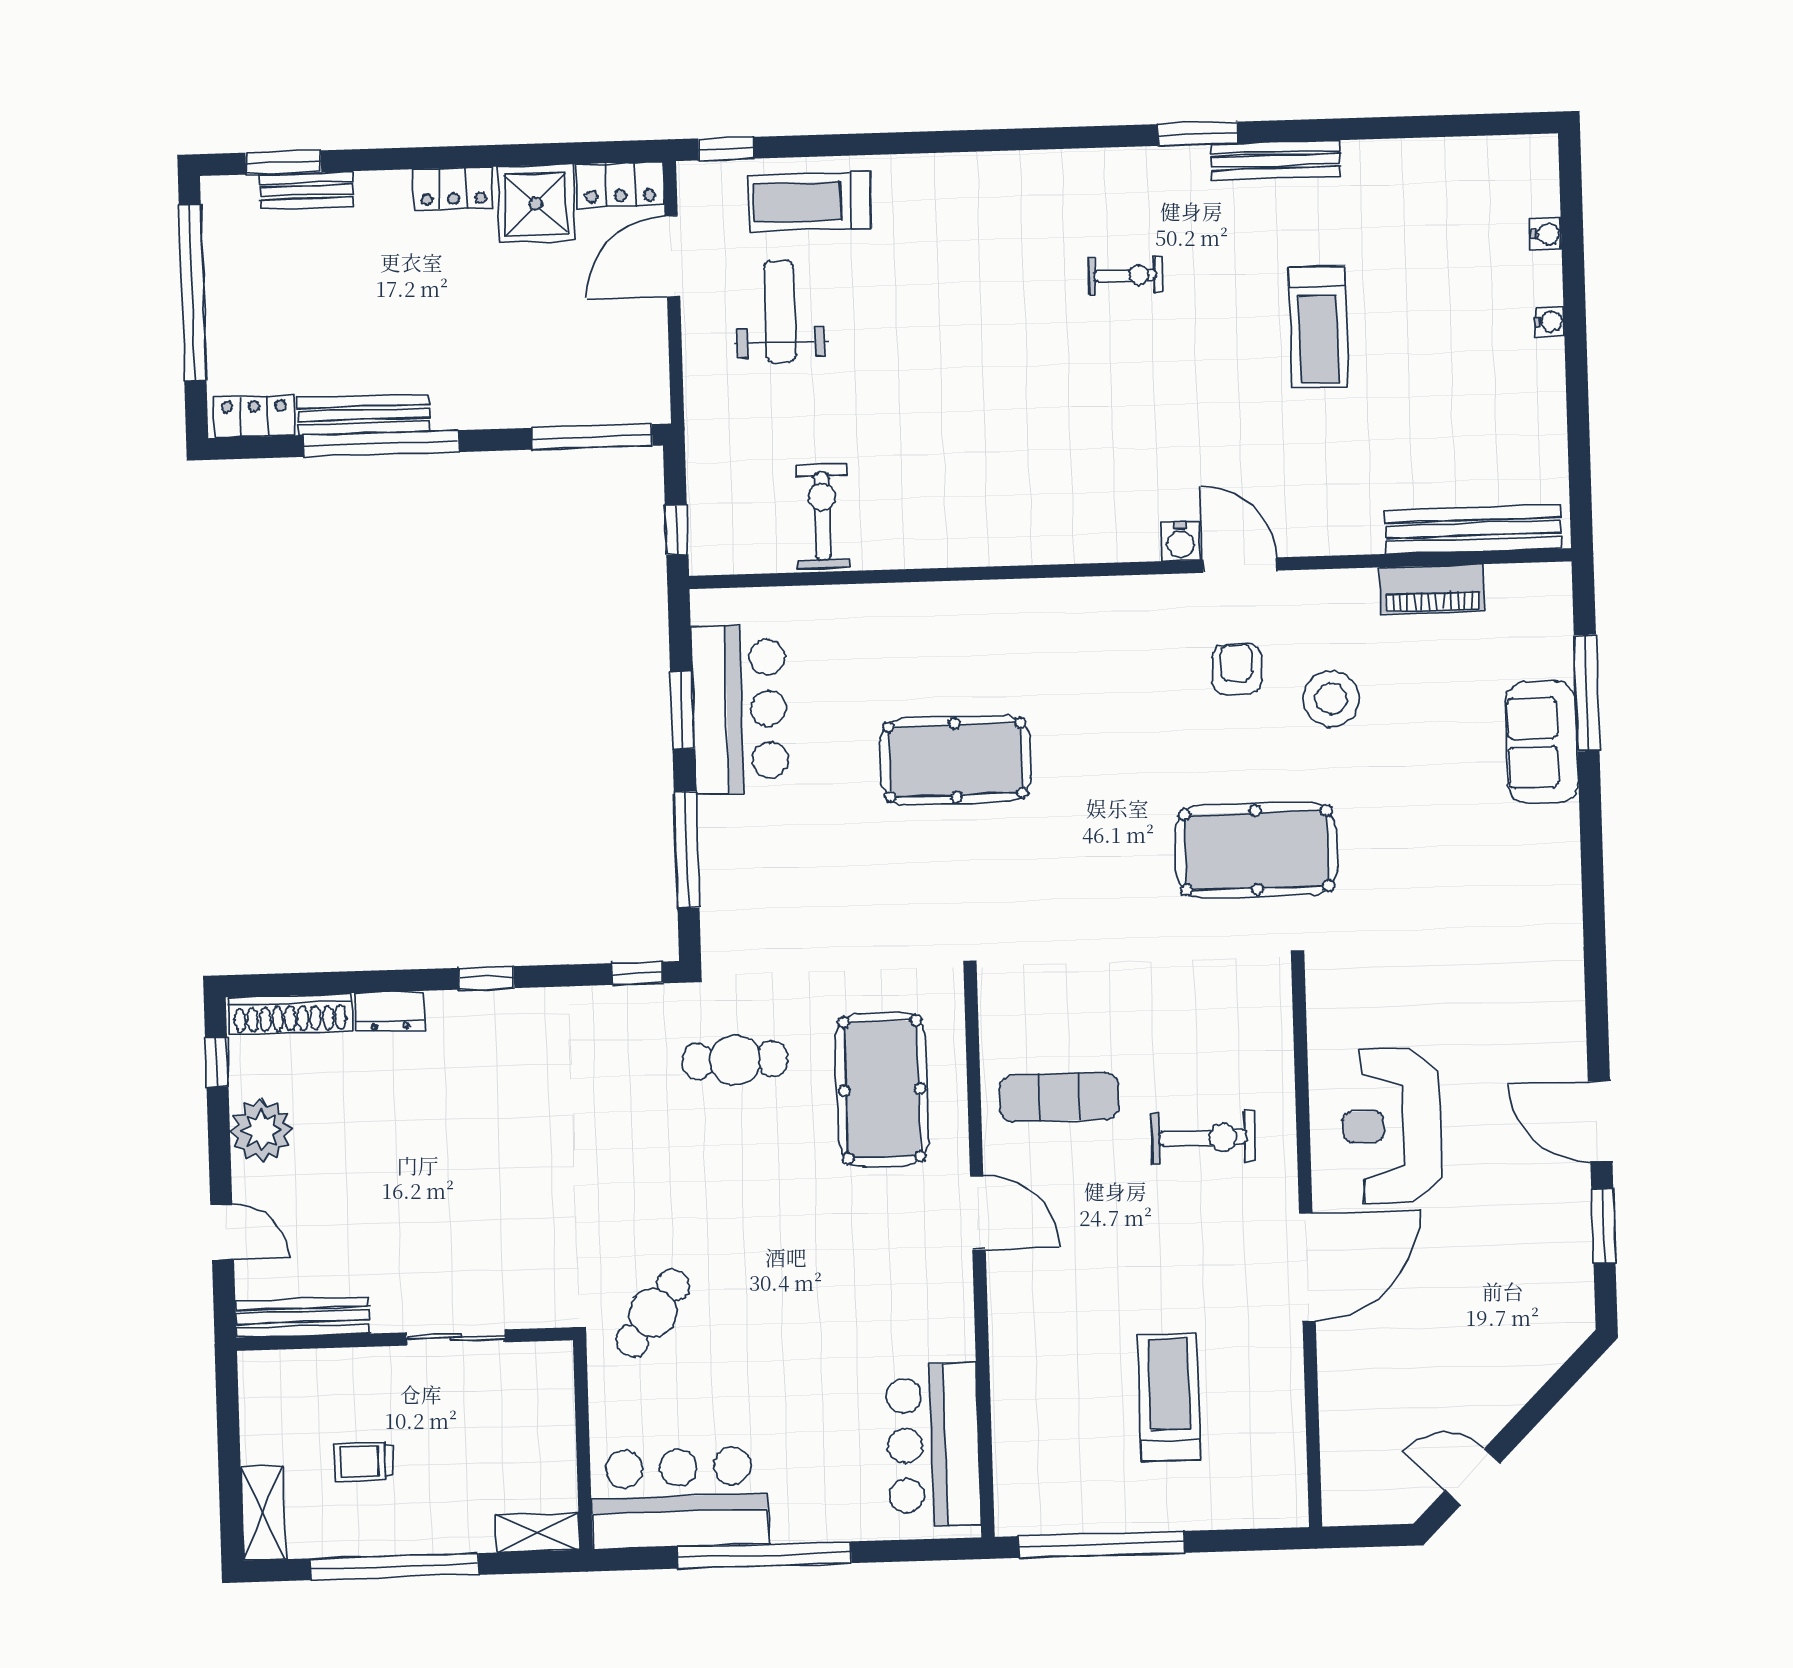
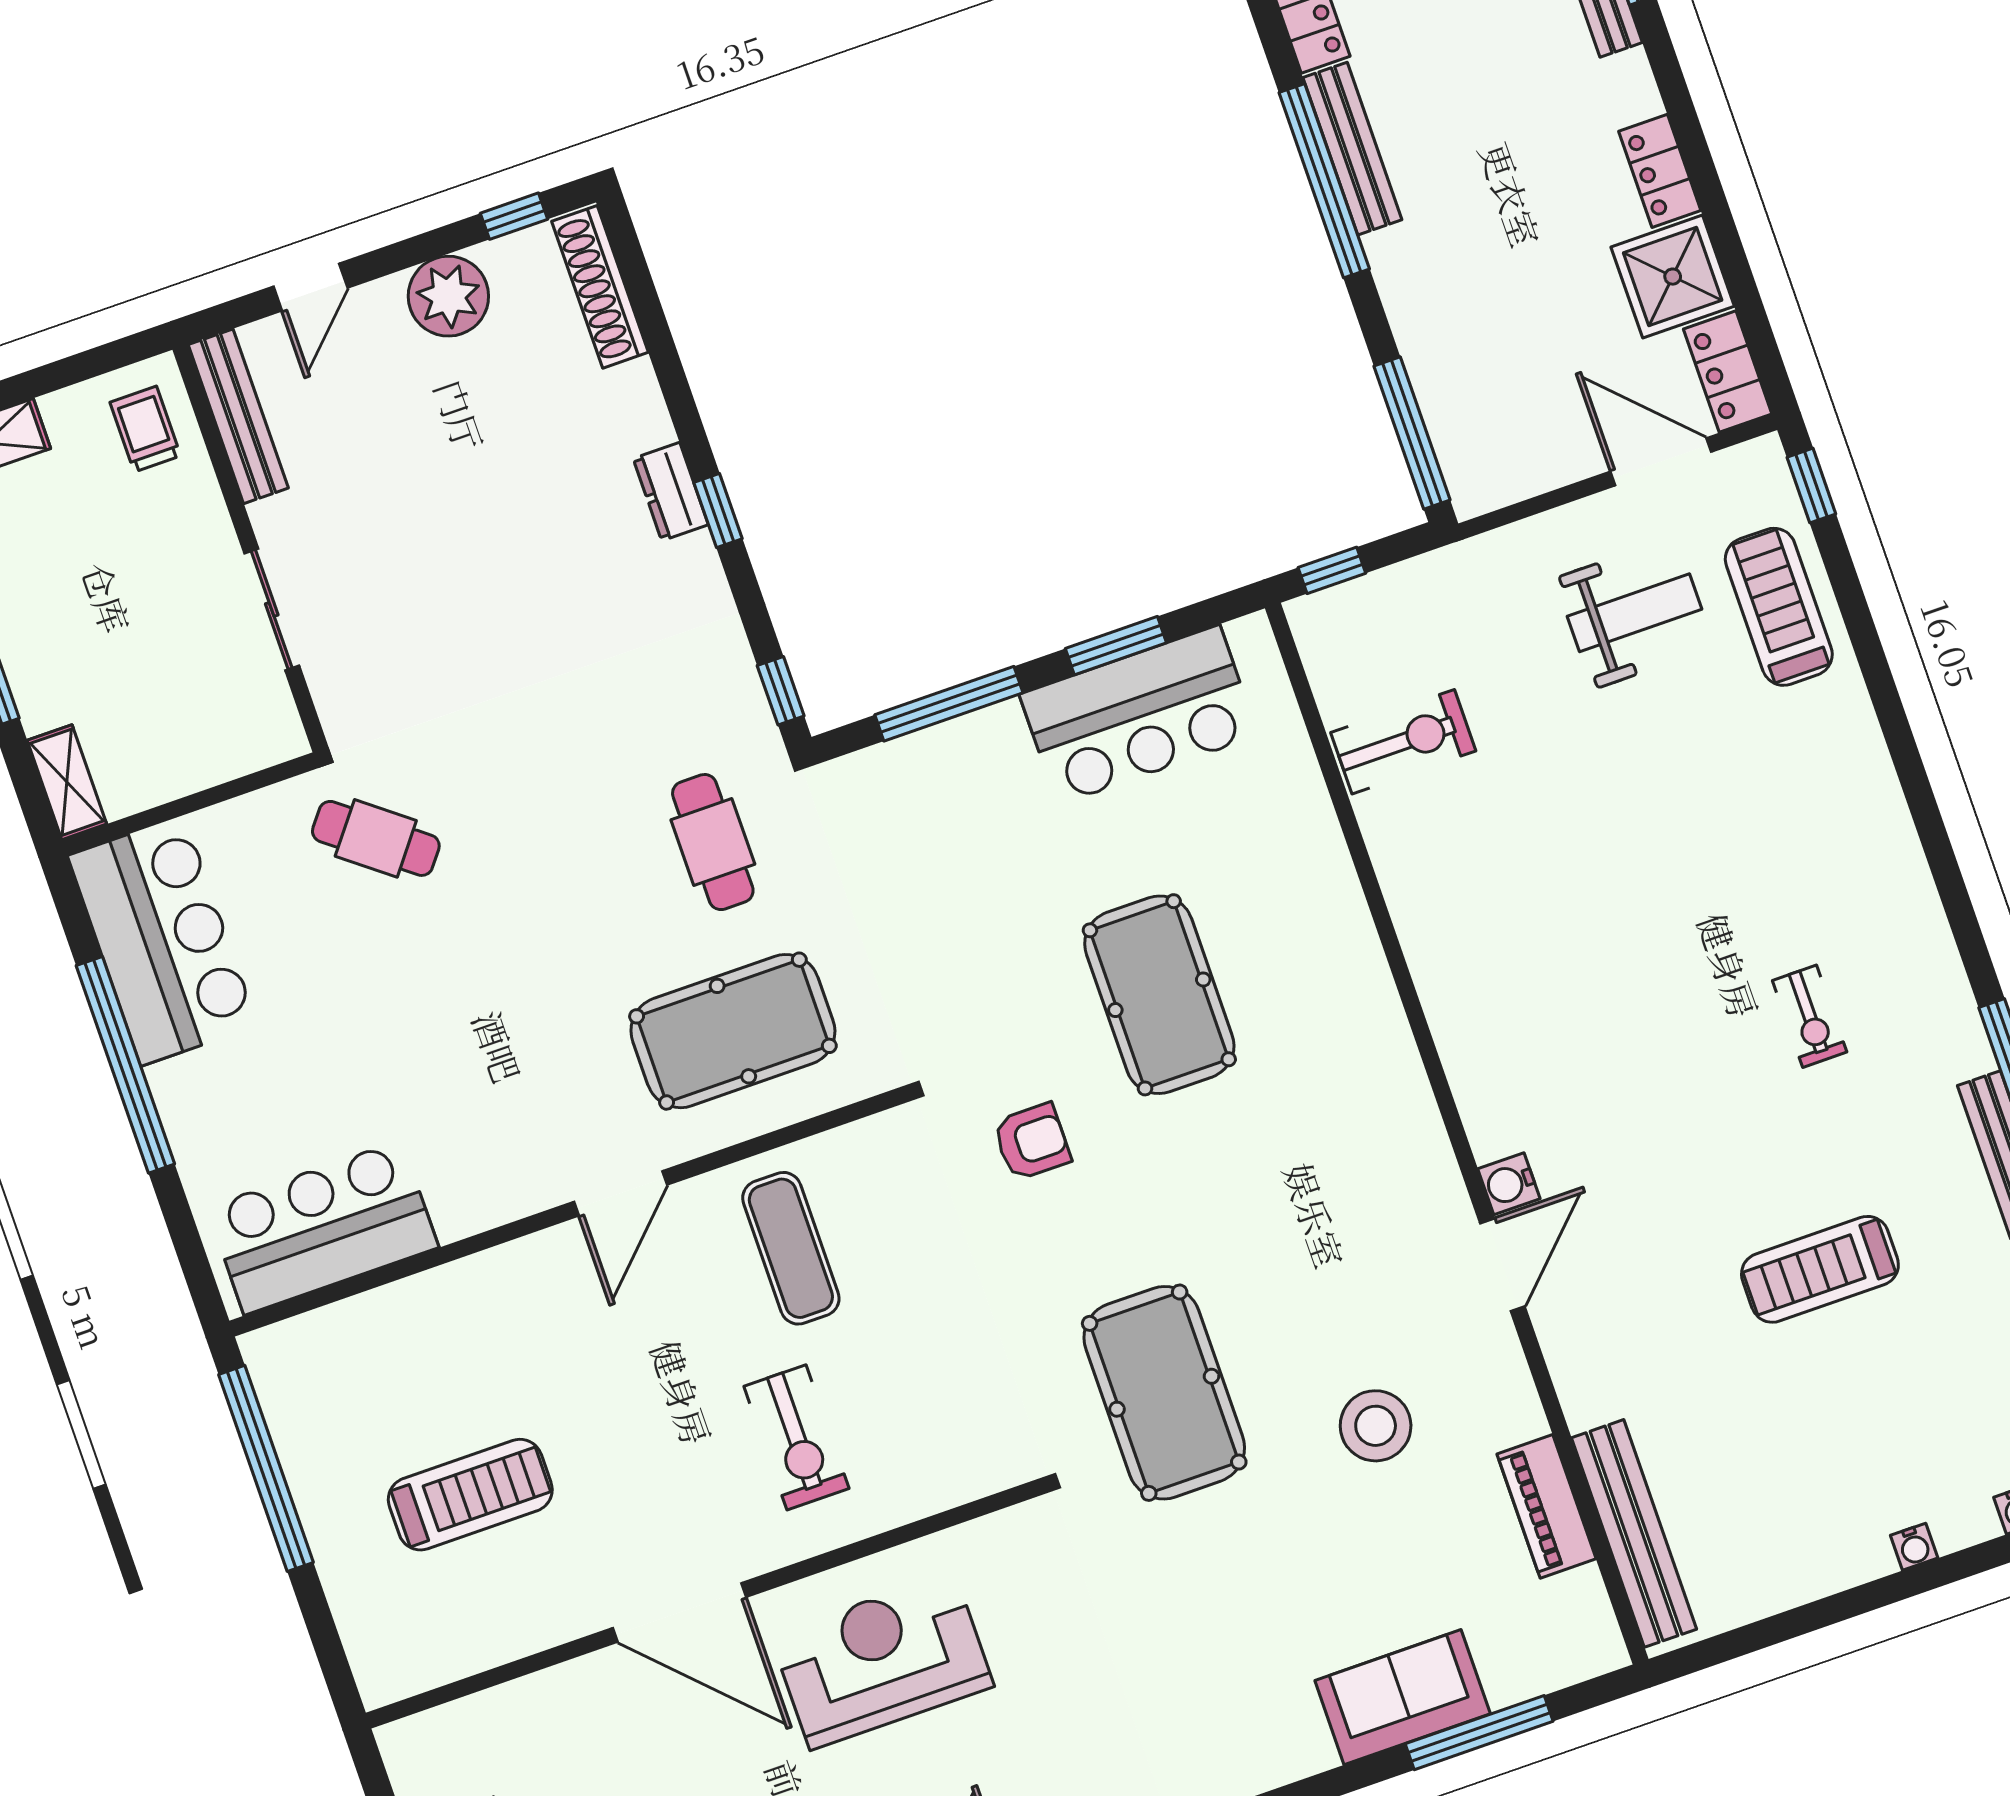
armchair: (1237, 669) -> (1032, 1142), moved
dresser: (390, 1011) -> (671, 492), moved
trolley: (363, 1461) -> (145, 429), moved

